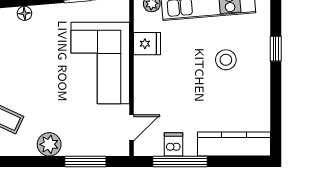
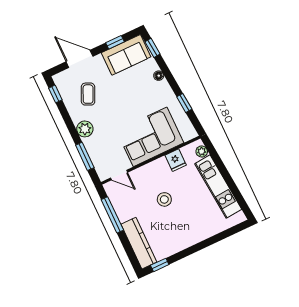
window: (276, 49) -> (160, 265), moved
stool: (226, 60) -> (164, 199), moved
dishwasher: (173, 144) -> (121, 206), removed

